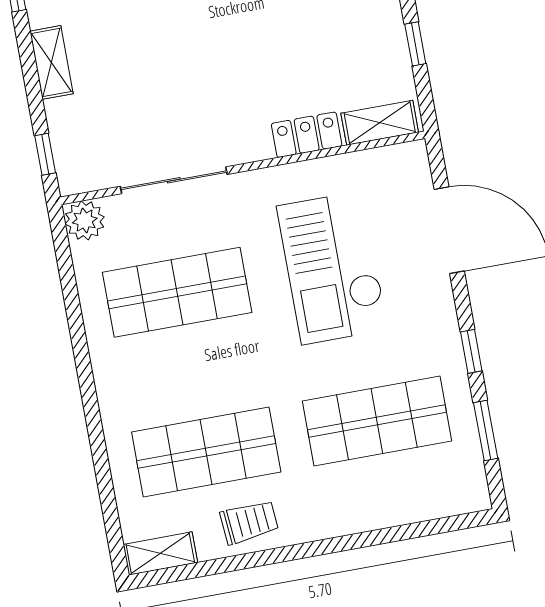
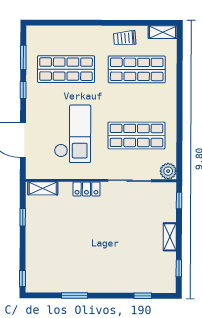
locker: (307, 135) -> (86, 189), moved

